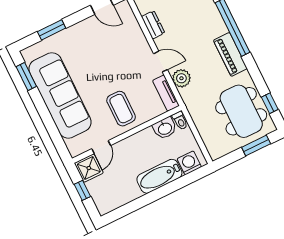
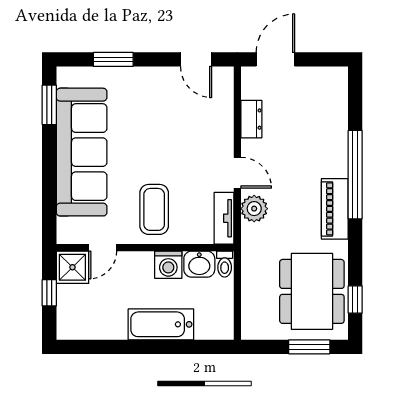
washing machine: (189, 163) -> (168, 265), moved, turned 180

